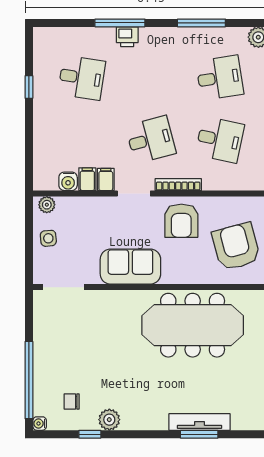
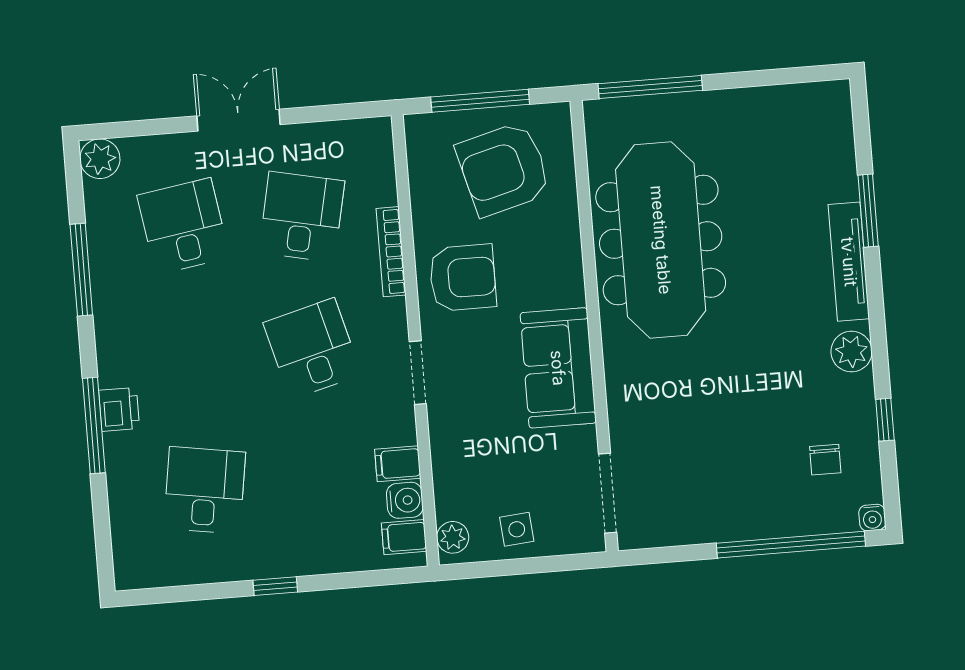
window: (29, 87) -> (275, 586), moved
filing cabinet: (106, 179) -> (404, 537), moved
bookcase: (178, 185) -> (391, 252), moved
plant: (109, 420) -> (851, 352), moved
tv unit: (200, 422) -> (849, 262), moved

